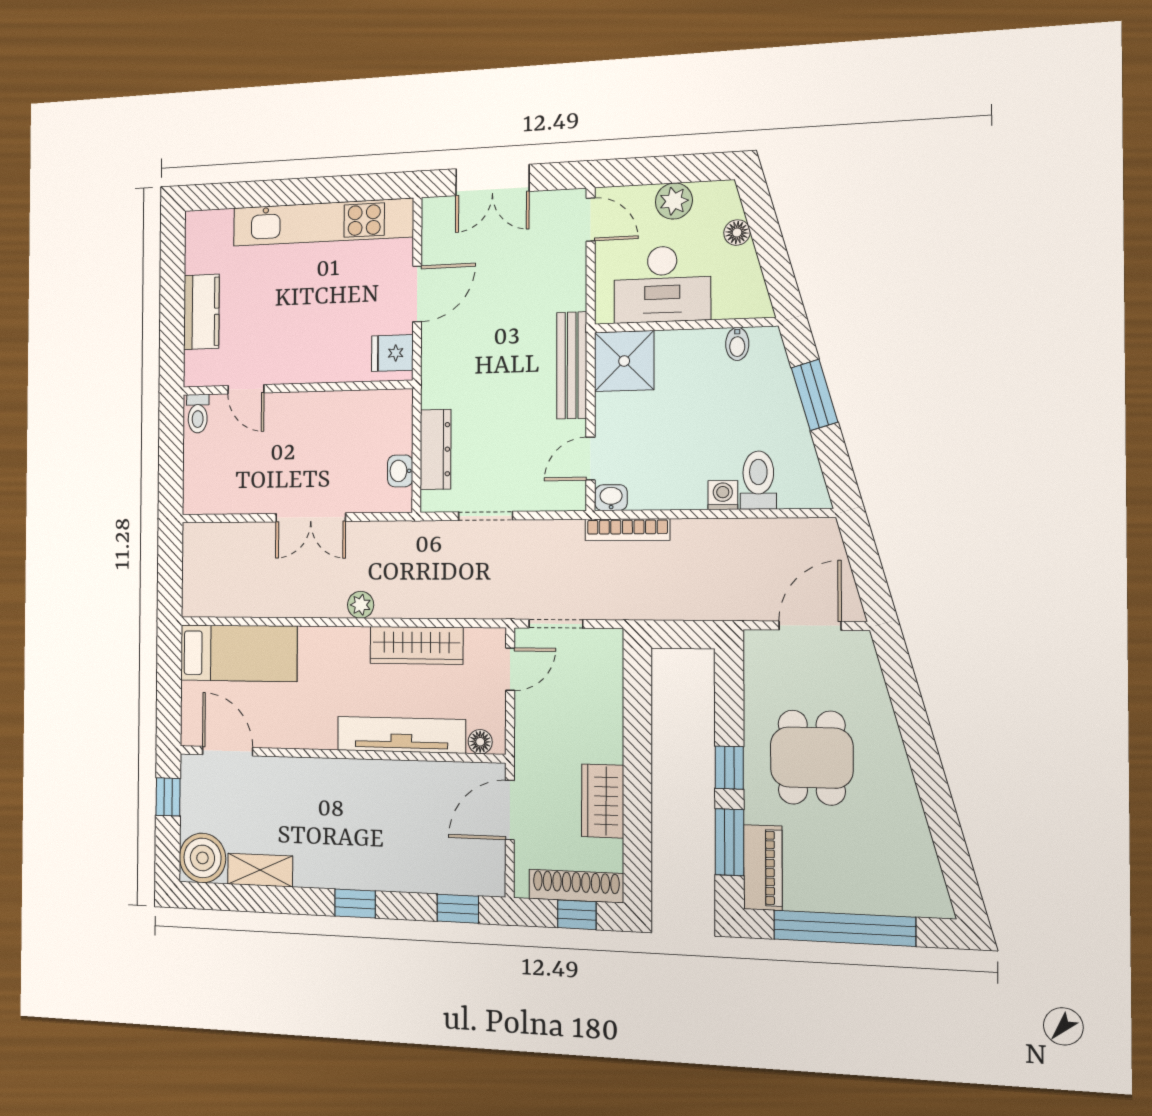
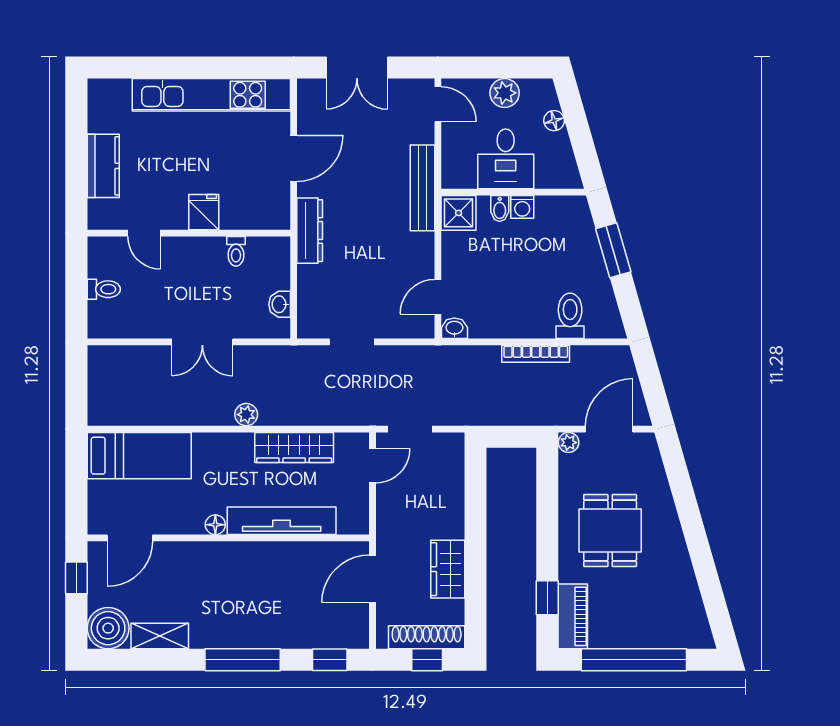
desk: (662, 284) -> (506, 159), width x0.73
bidet: (737, 344) -> (500, 209), moved
fridge: (392, 353) -> (204, 212), moved, turned 90
shower: (624, 361) -> (459, 213), width x0.73, depth x0.73
bench: (572, 365) -> (423, 188), moved
toilet: (350, 408) -> (236, 251), added
toilet: (198, 414) -> (104, 289), moved, turned -90
dresser: (436, 449) -> (310, 231), moved
washing machine: (723, 495) -> (522, 207), moved, turned 180
bookcase: (627, 530) -> (536, 354), moved
plant: (757, 643) -> (569, 442), added
floor lamp: (480, 742) -> (215, 525), moved
door: (227, 751) -> (130, 538), swing flipped
window: (729, 768) -> (547, 540), removed
window: (729, 842) -> (547, 598), width x0.67
window: (355, 904) -> (243, 660), width x2.17

